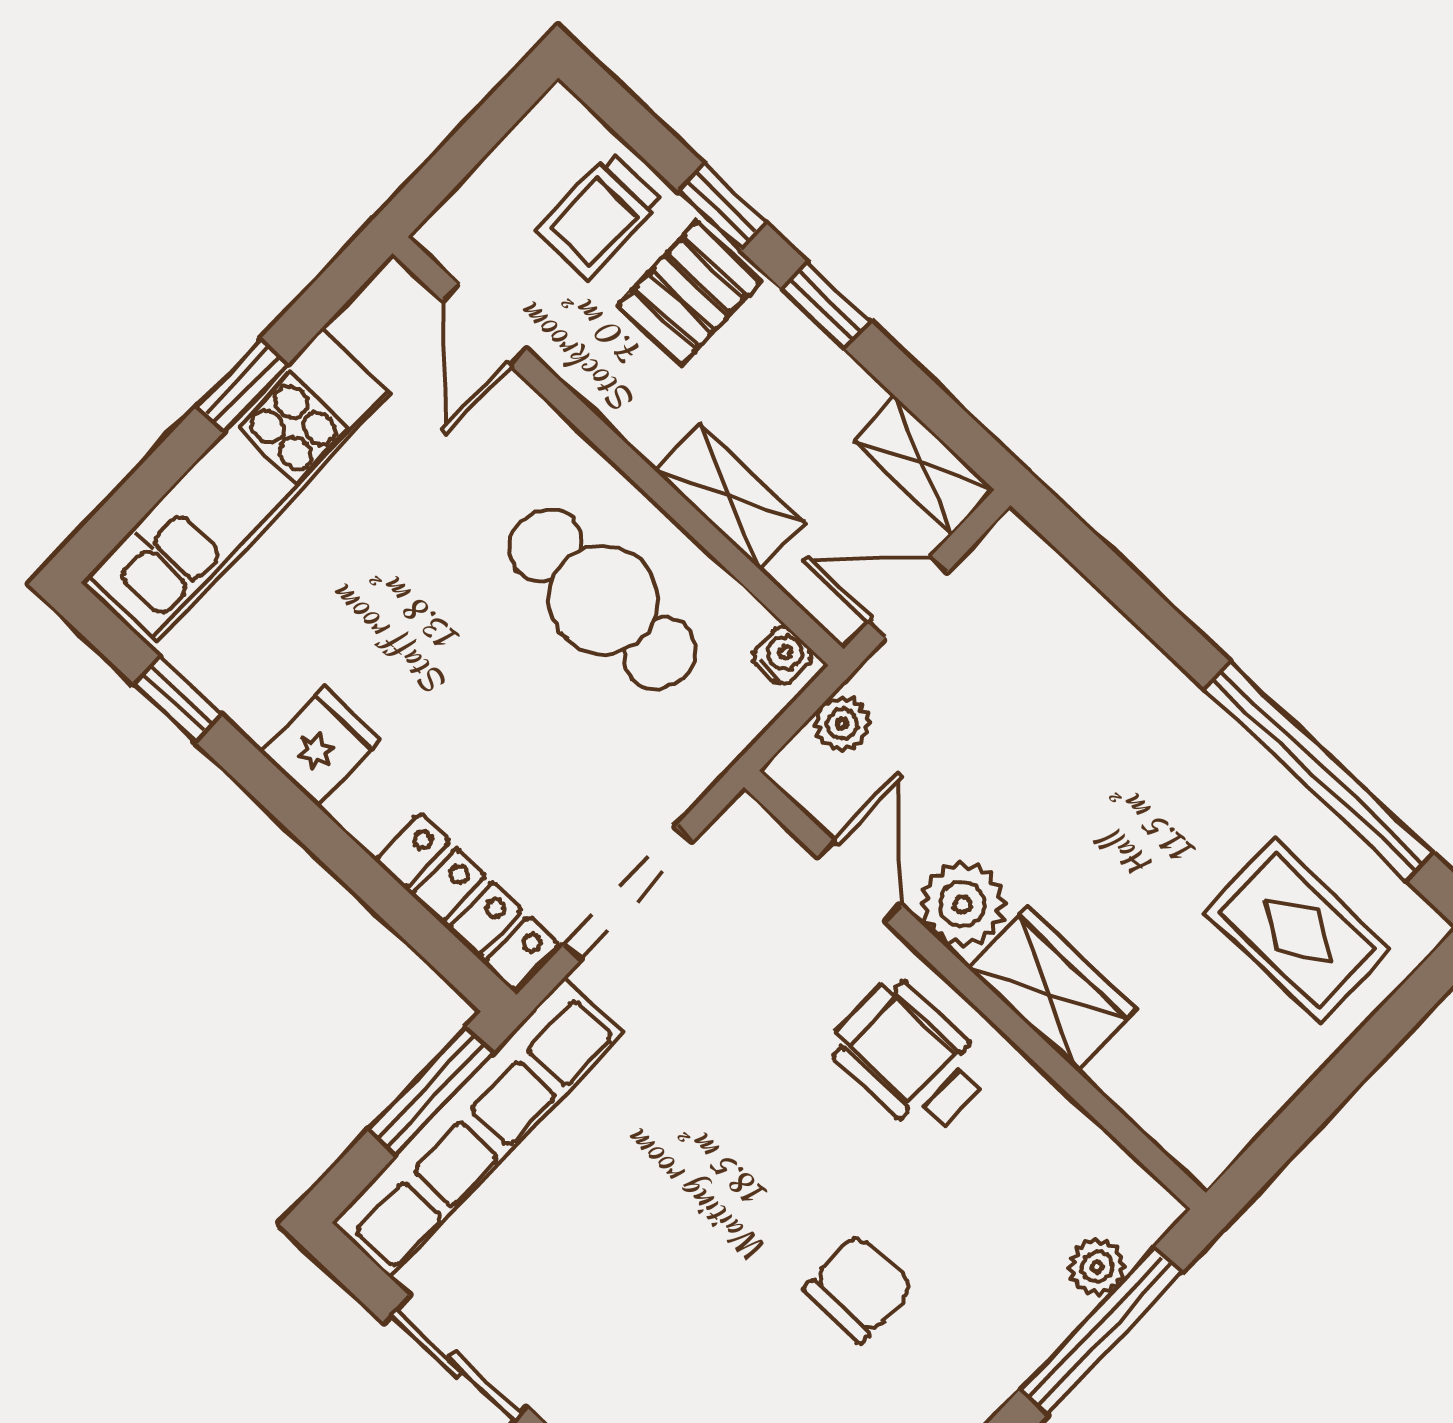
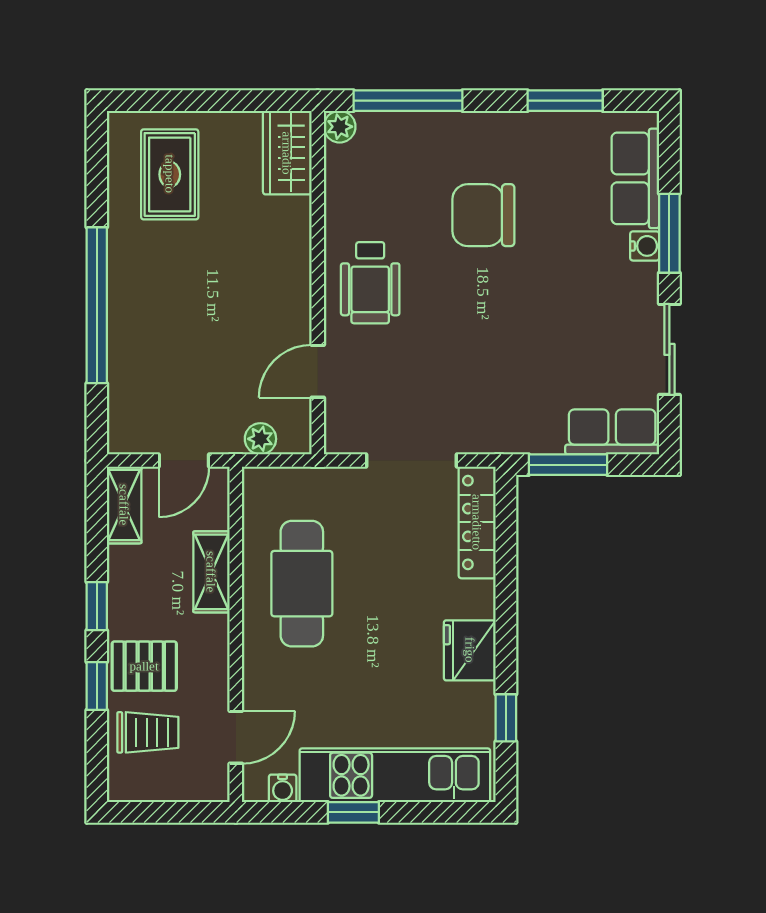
door: (908, 597) -> (184, 461), hinge flipped
water cooler: (782, 655) -> (283, 788), moved, turned -90
fridge: (321, 746) -> (470, 650), width x1.38
window: (1319, 771) -> (97, 305), moved
plant: (963, 904) -> (288, 321), removed
wardrobe: (1053, 989) -> (287, 153), moved
row of seats: (477, 1127) -> (612, 432), width x0.50
plant: (1097, 1267) -> (340, 127), moved
chair: (859, 1288) -> (483, 215), width x1.37, depth x1.37

